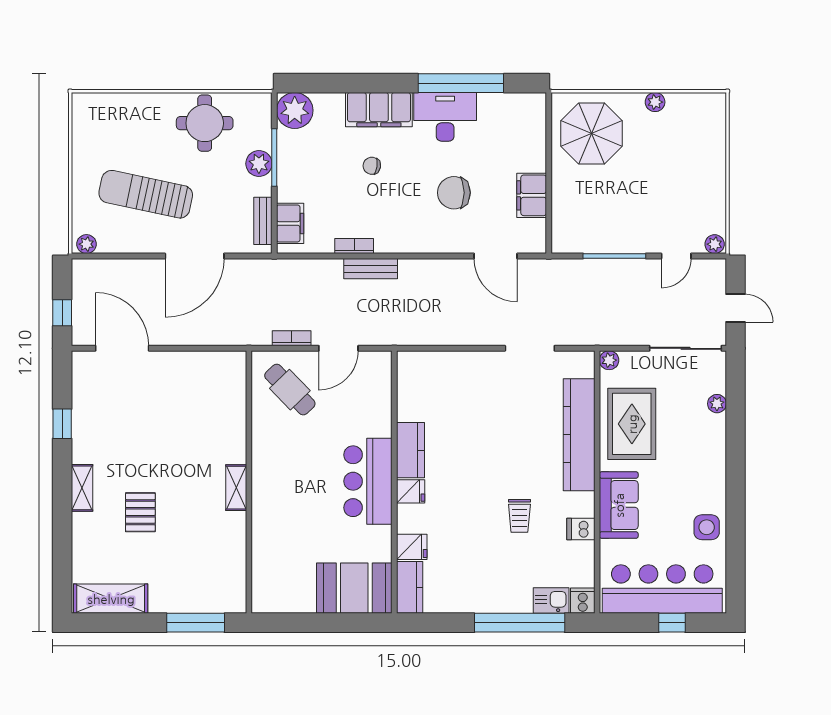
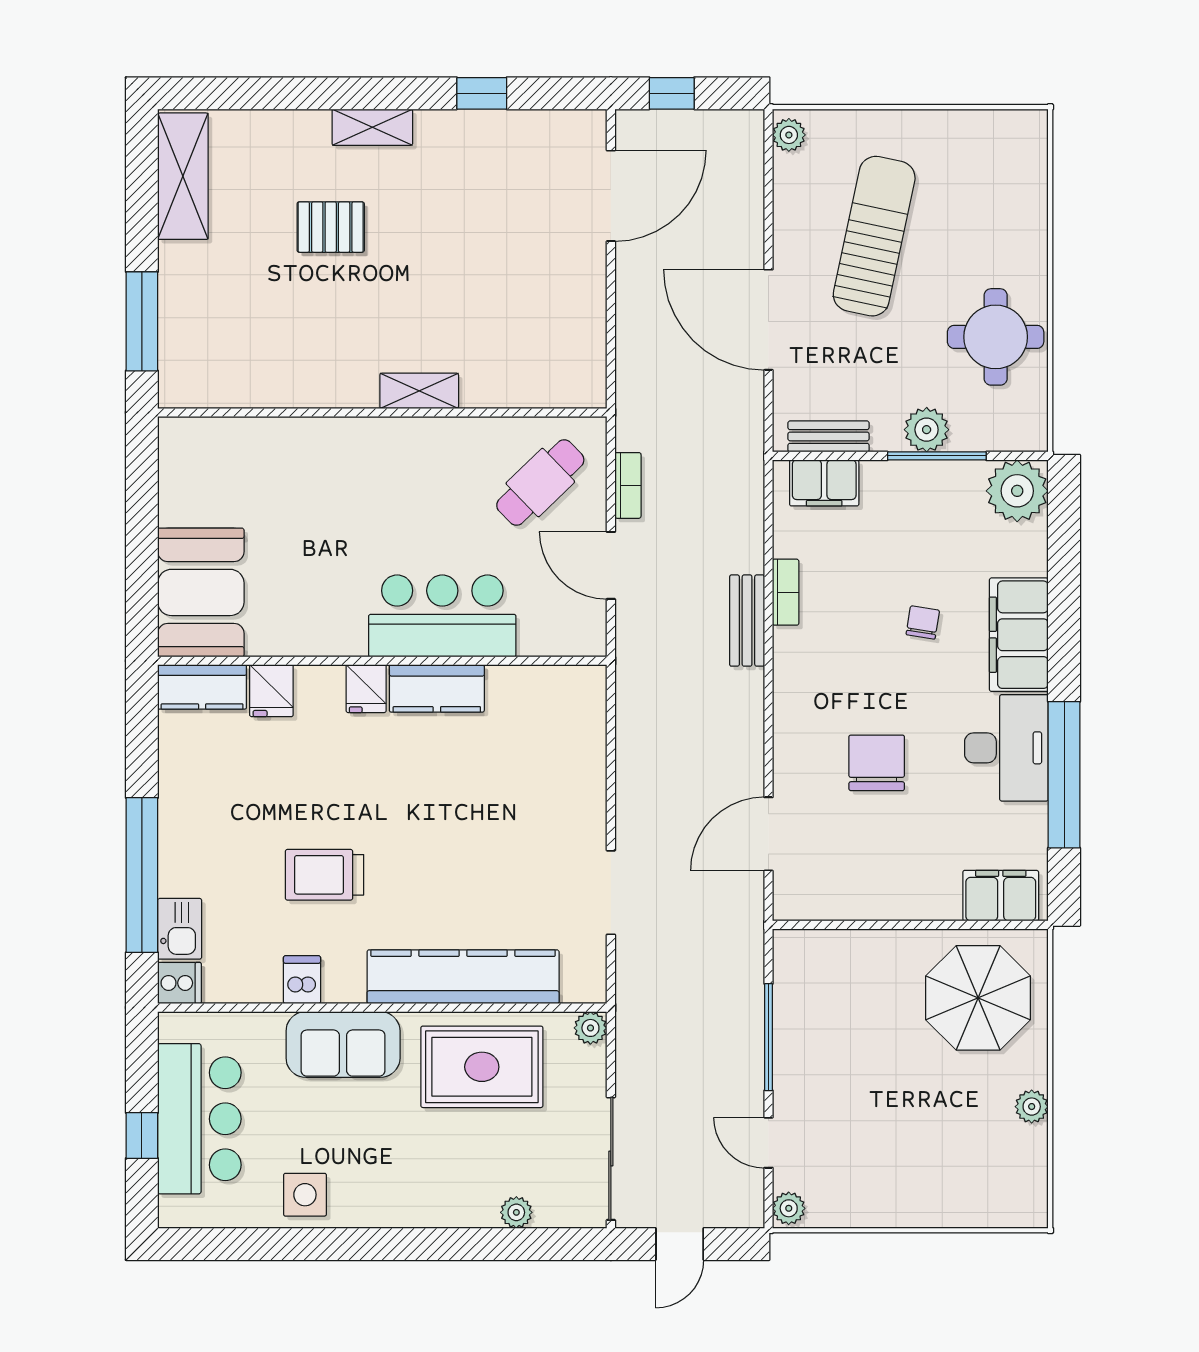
filing cabinet: (532, 195) -> (1001, 896), moved
bar counter: (368, 481) -> (442, 616), moved
shelving: (236, 488) -> (419, 391), moved
trolley: (519, 516) -> (324, 875), width x1.36, depth x1.39
bar counter: (662, 589) -> (199, 1119), width x0.73

